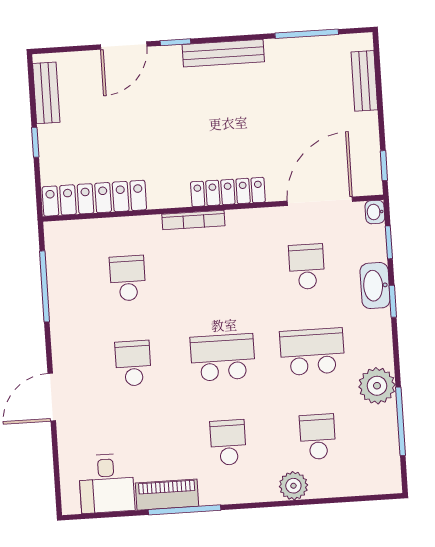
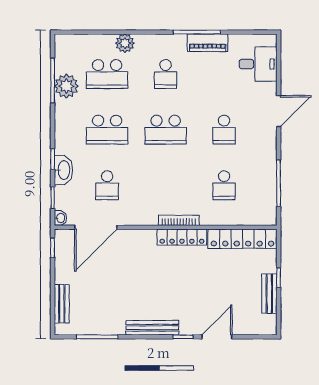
bench: (46, 93) -> (269, 293), moved
locker: (228, 192) -> (182, 237), moved
plant: (377, 386) -> (66, 86), moved
school desk: (318, 437) -> (107, 74), width x1.85
desk: (107, 483) -> (258, 64), moved, turned 90

